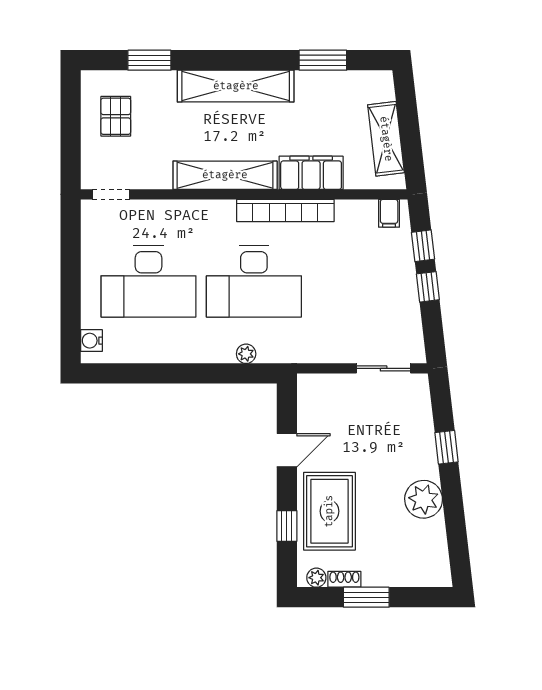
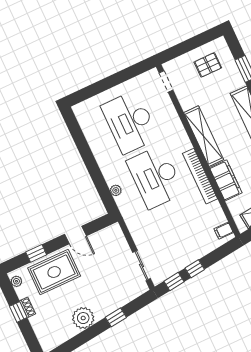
window: (423, 246) -> (174, 282), moved
water cooler: (91, 341) -> (85, 107), removed
shoe rack: (344, 579) -> (28, 307), moved
window: (366, 597) -> (18, 312), width x0.67

